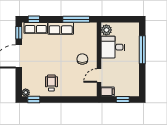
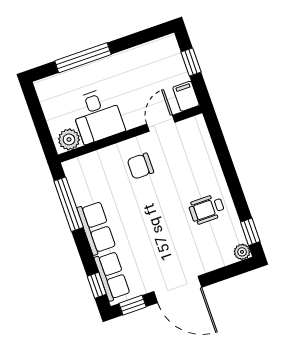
door: (99, 76) -> (161, 123), swing flipped

